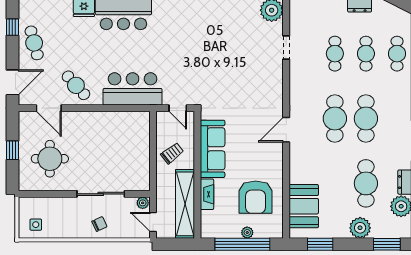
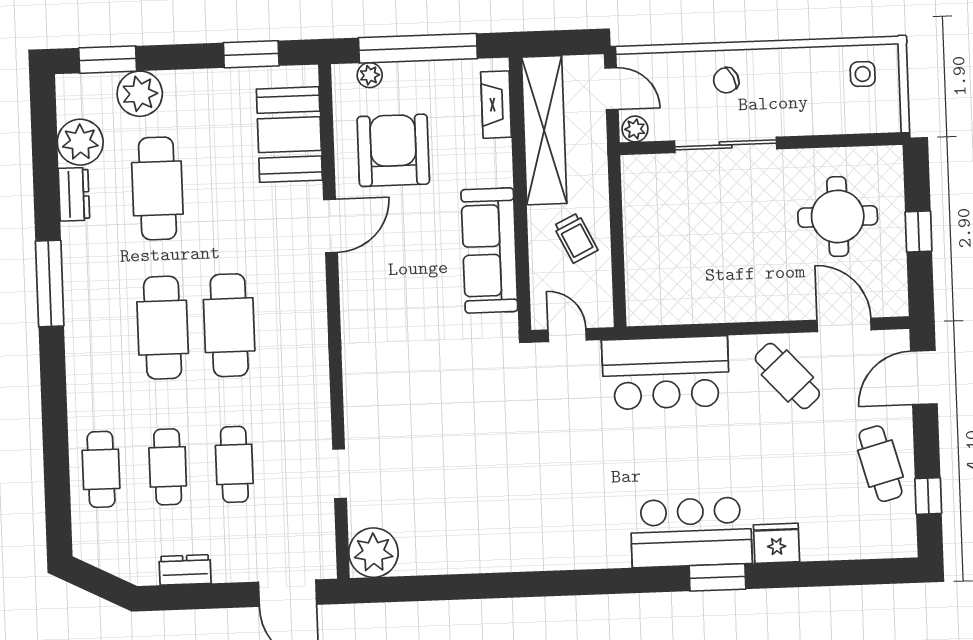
door: (286, 130) -> (330, 226), moved
trolley: (172, 153) -> (576, 238), turned -78
fireplace: (207, 194) -> (496, 105), moved
plant: (360, 228) -> (140, 94), moved
plant: (247, 233) -> (370, 75), moved

